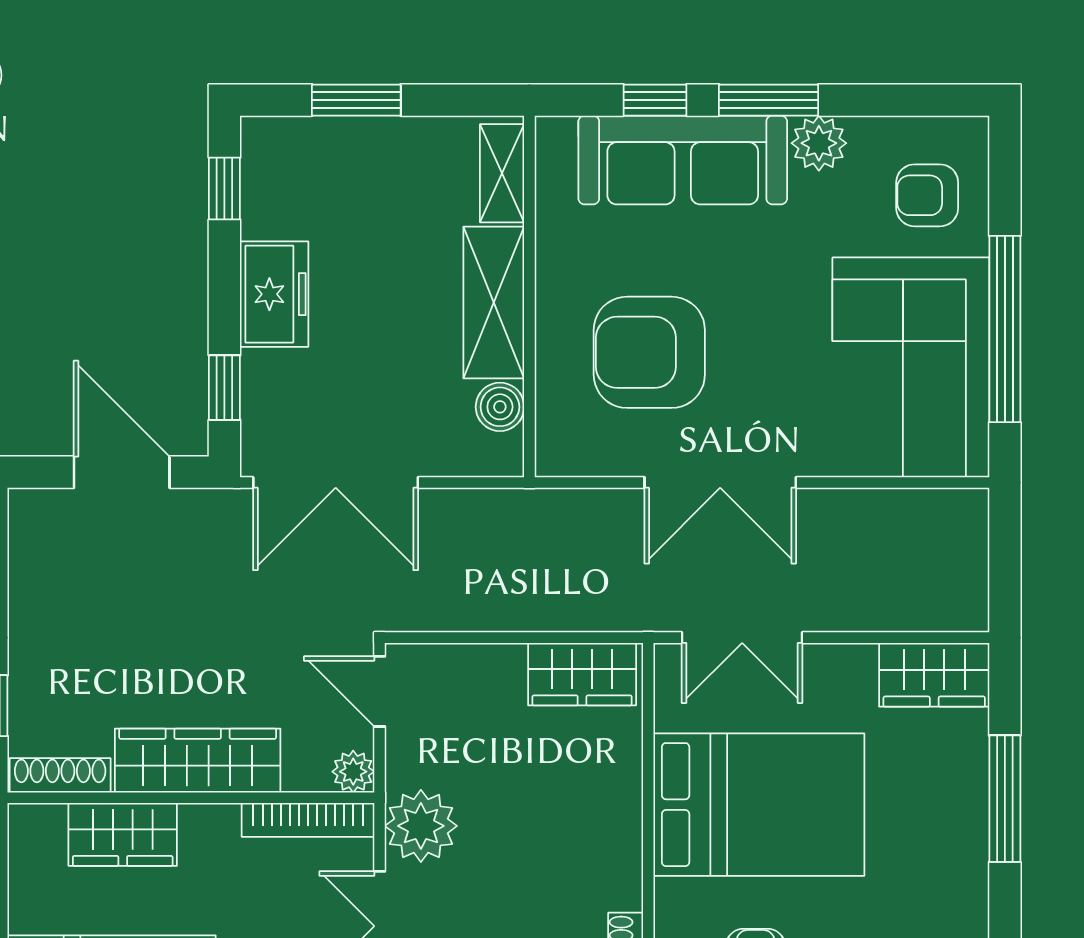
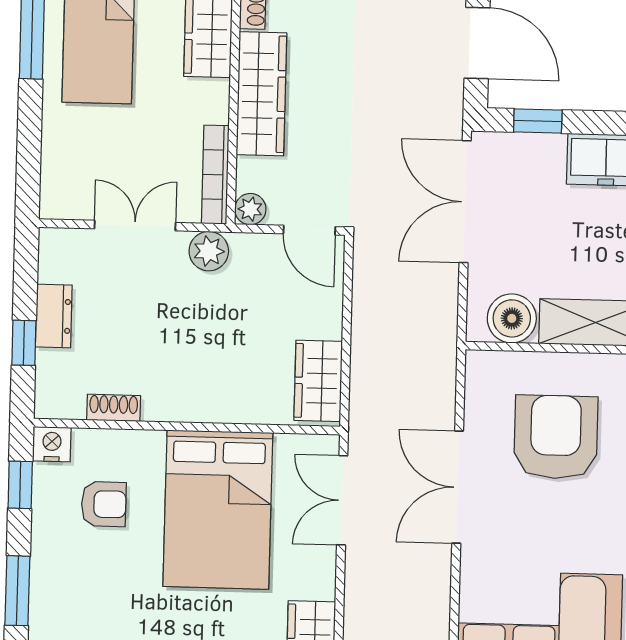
boiler: (500, 407) -> (512, 318), width x1.36, depth x1.36
door: (122, 472) -> (477, 43), hinge flipped
door: (379, 691) -> (309, 230), swing flipped
plant: (421, 826) -> (209, 251), width x0.73, depth x0.73

